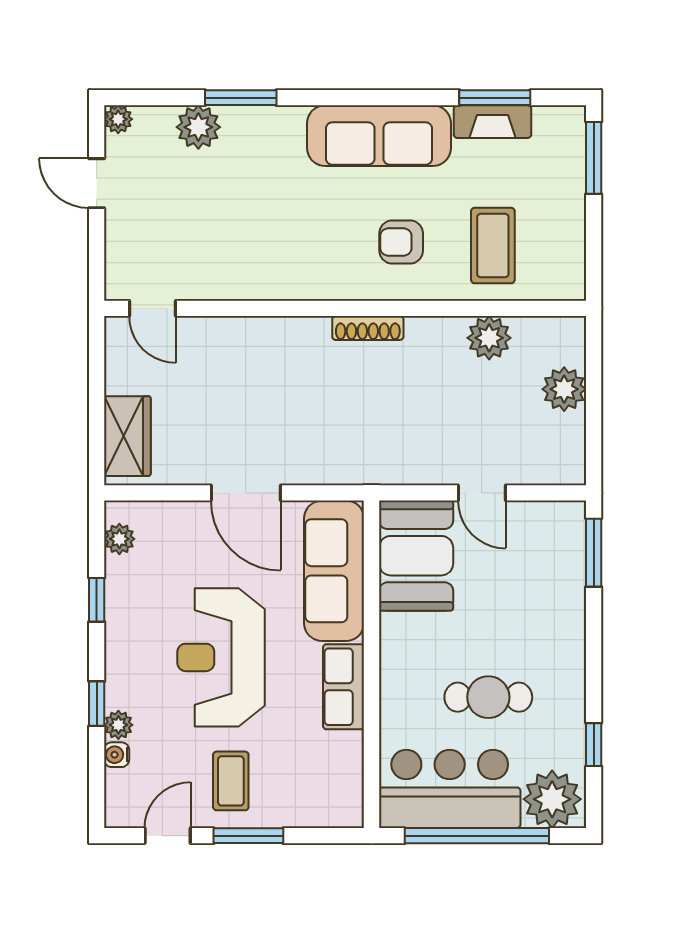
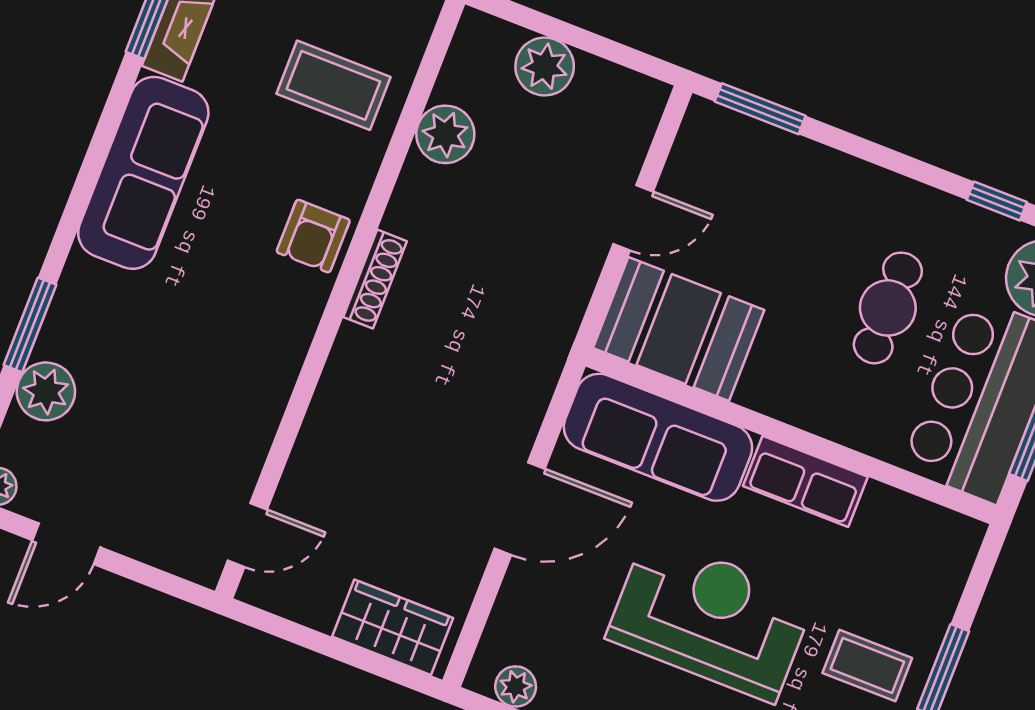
armchair: (401, 242) -> (313, 236), moved
reception desk: (221, 657) -> (710, 618), turned 180

